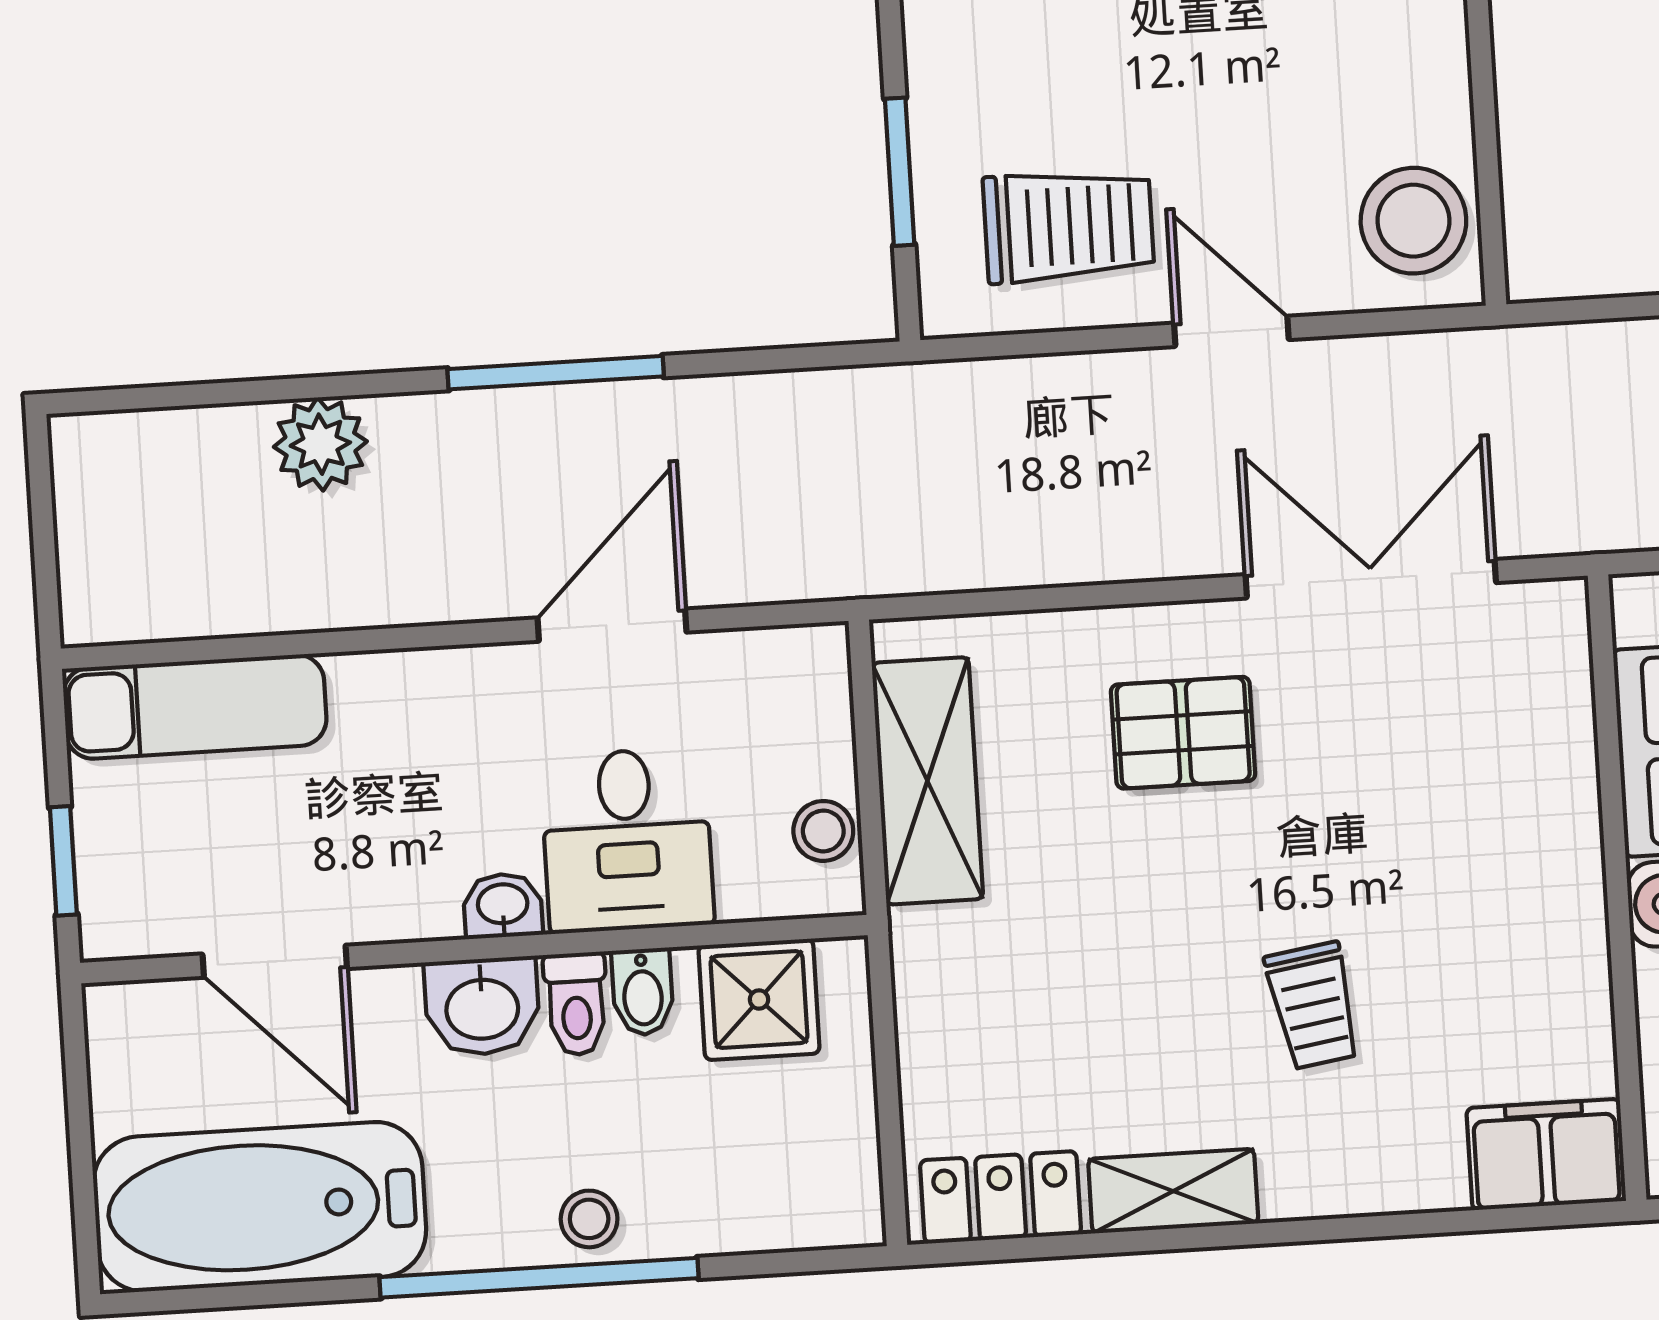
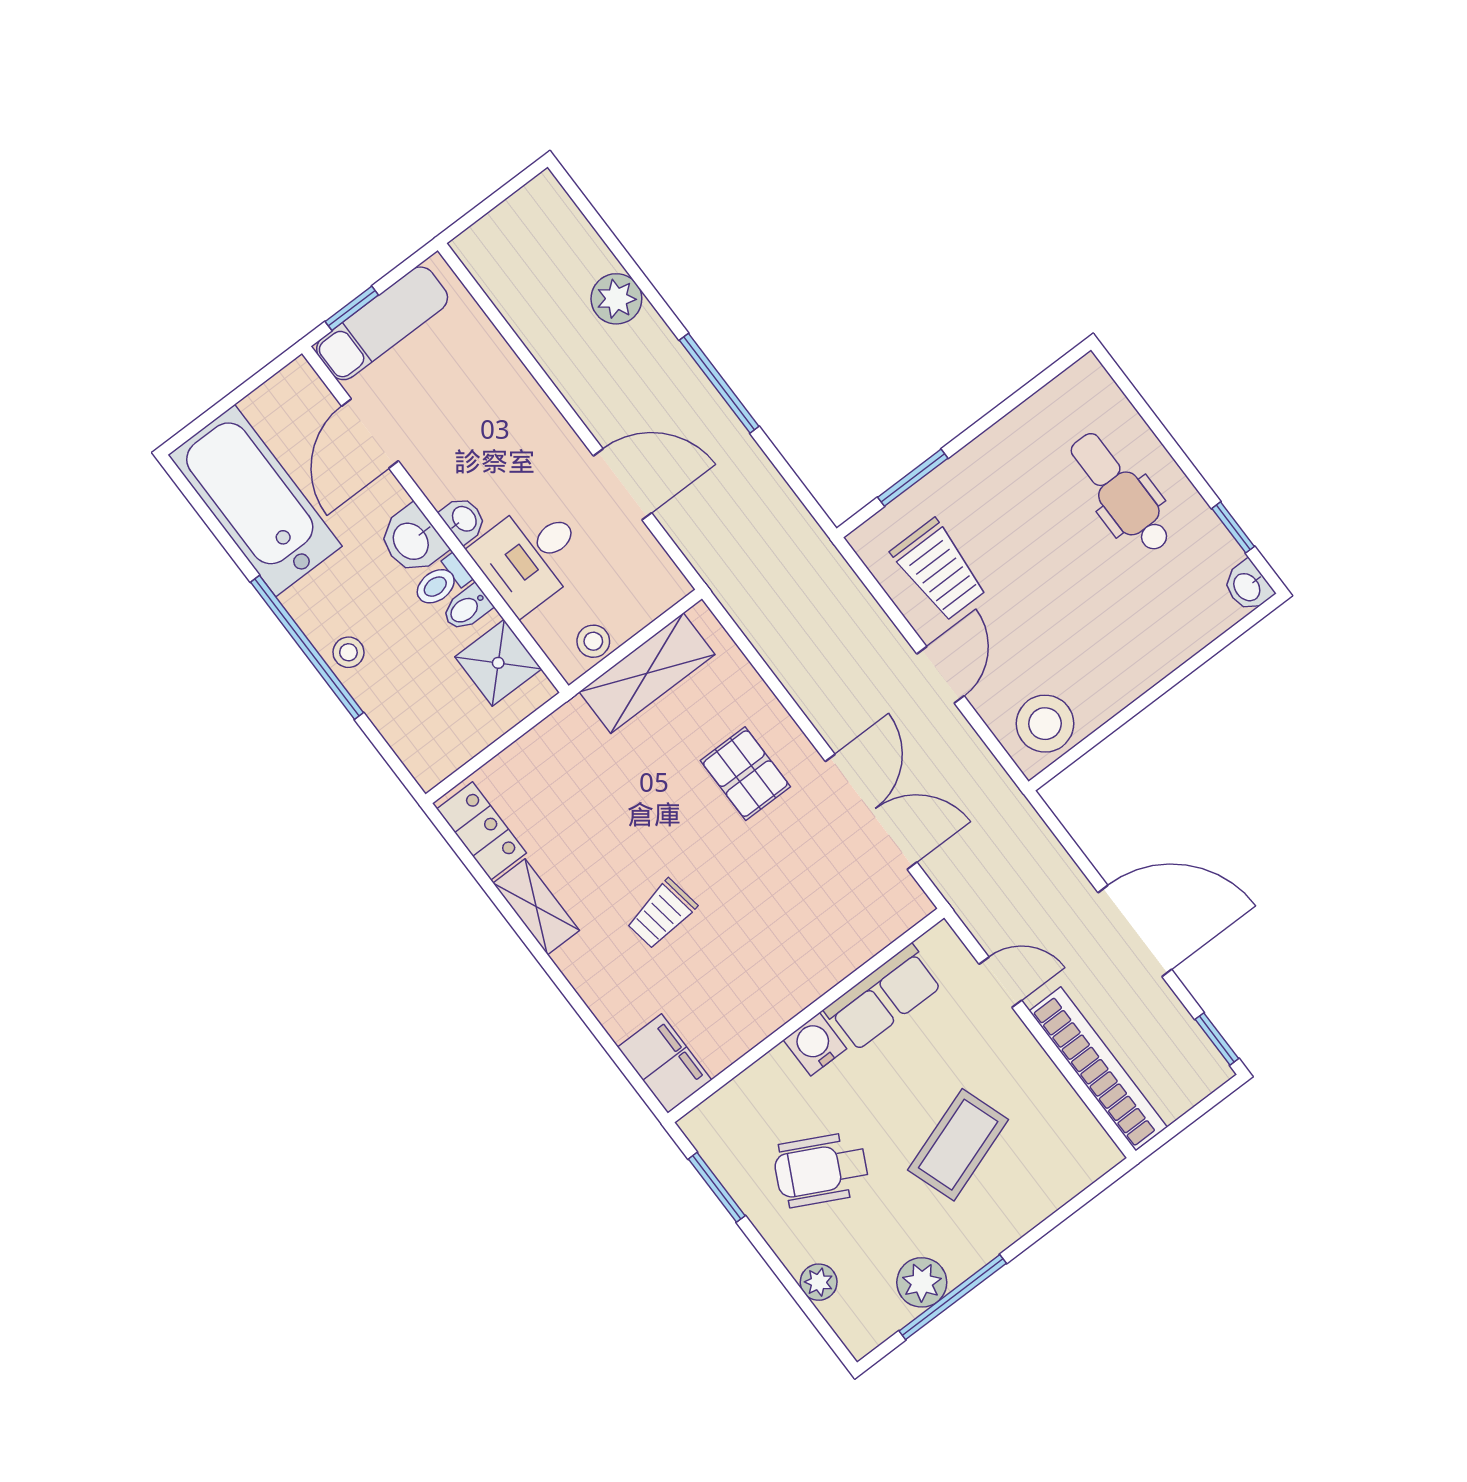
exam couch: (195, 707) -> (382, 323), moved, turned -90

